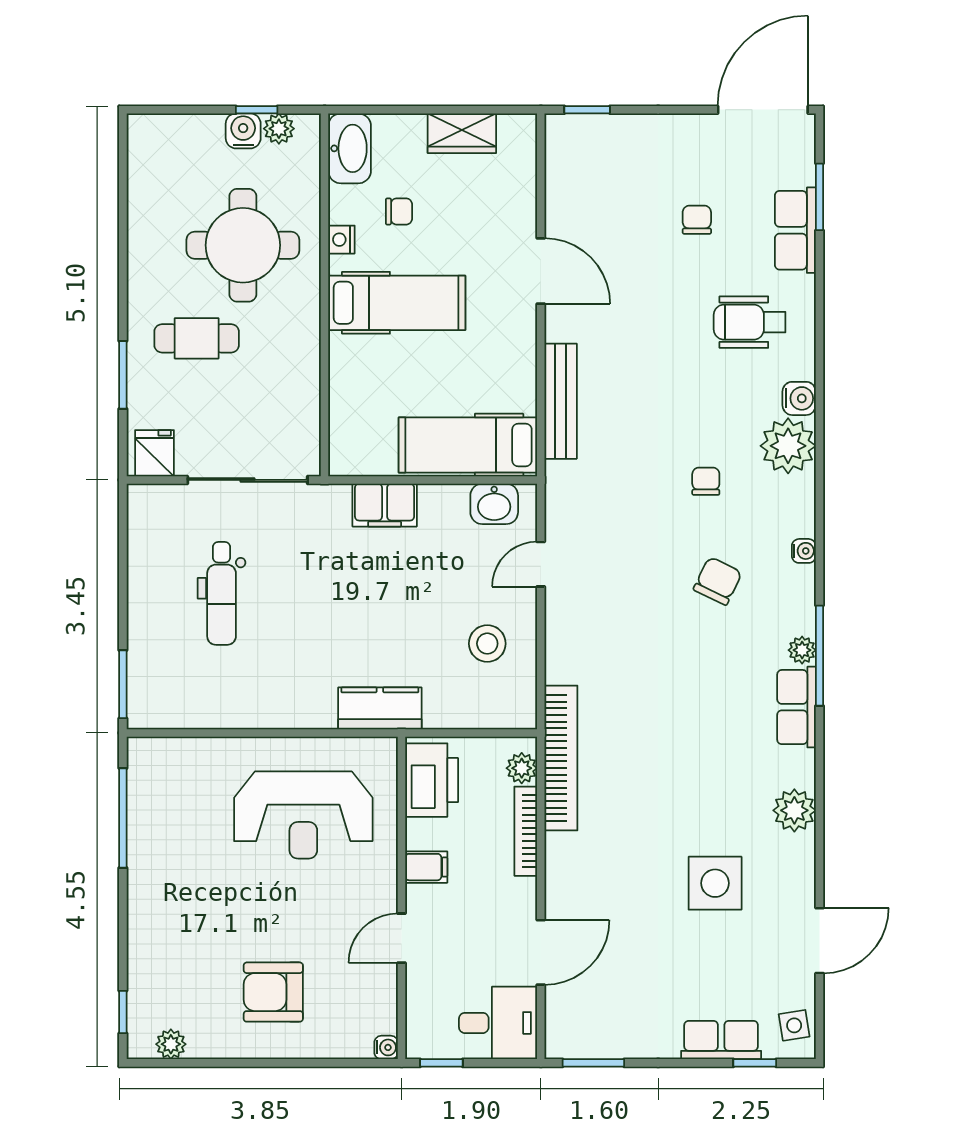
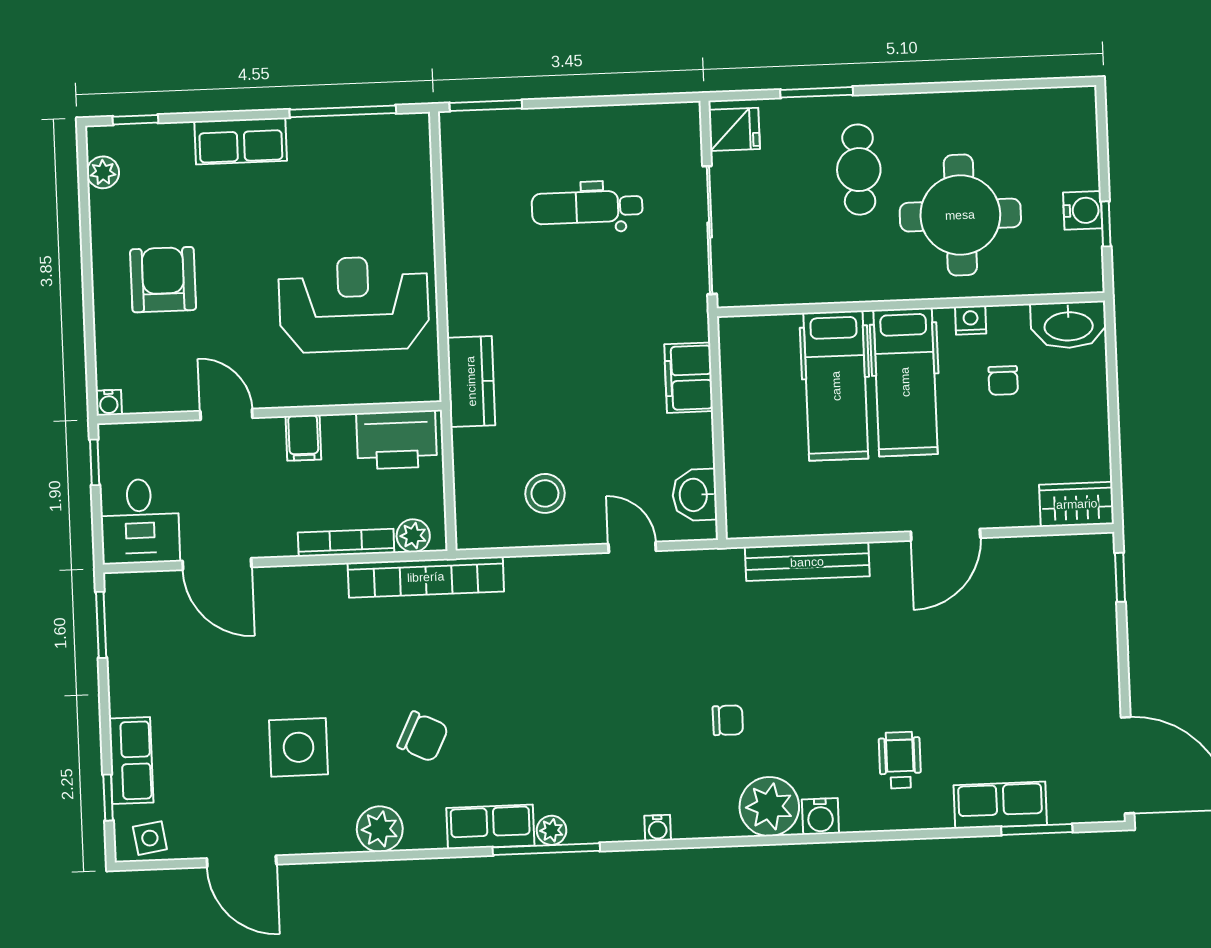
plant: (279, 129) -> (1087, 249), removed
wardrobe: (462, 133) -> (1077, 504), moved, turned 90
chair: (697, 220) -> (1007, 699), removed
wheelchair: (750, 322) -> (900, 760), width x0.73, depth x0.73
hospital bed: (468, 445) -> (836, 386), moved, turned 180
chair: (718, 581) -> (423, 737), moved
reception desk: (303, 815) -> (354, 304), turned 90
row of seats: (147, 914) -> (241, 141), added

